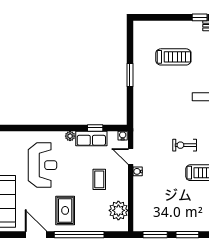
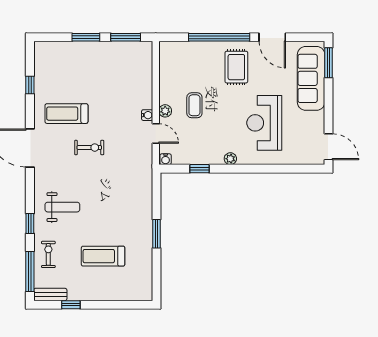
row of seats: (91, 138) -> (204, 156), removed
plant: (118, 210) -> (165, 111), moved, width x0.53, depth x0.53

